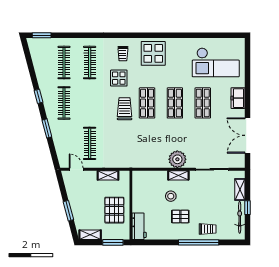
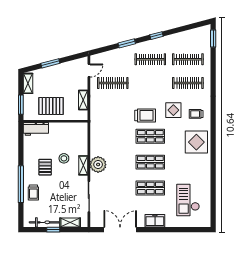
checkout: (216, 62) -> (188, 200), width x0.73, depth x0.83

